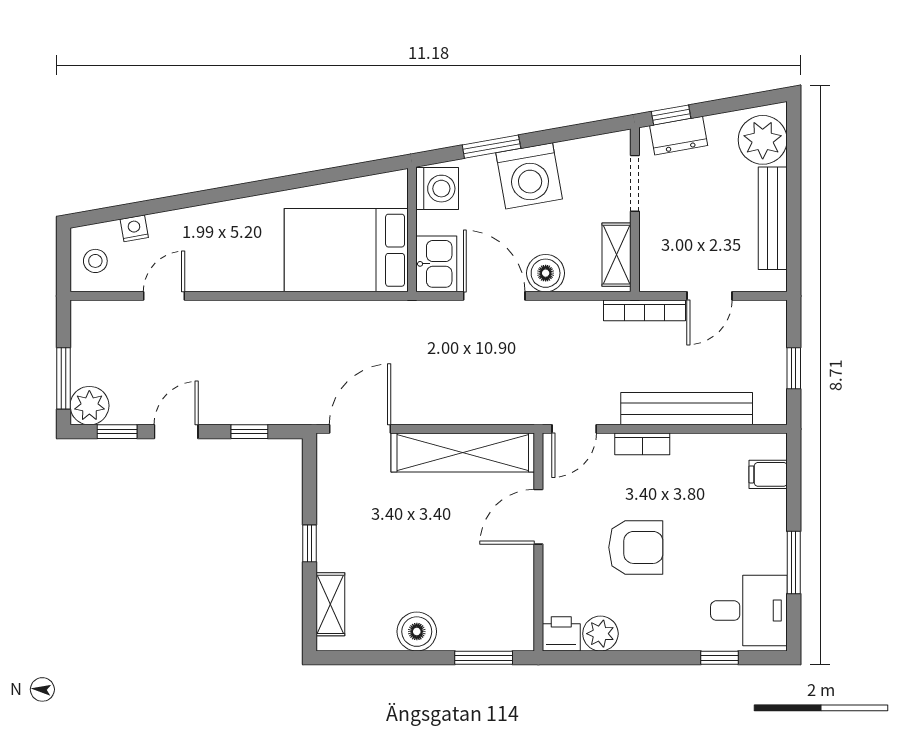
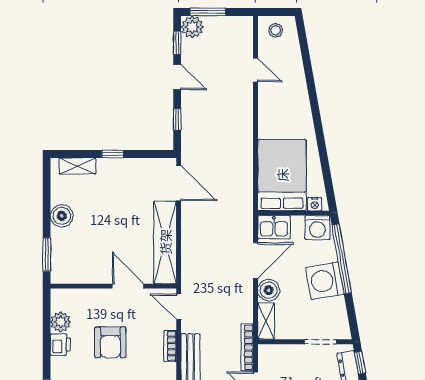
window: (491, 147) -> (342, 259), width x2.11
nightstand: (134, 228) -> (315, 204), moved, turned 100
shelving: (617, 255) -> (266, 321), moved, turned 90
printer: (561, 634) -> (60, 345), moved

